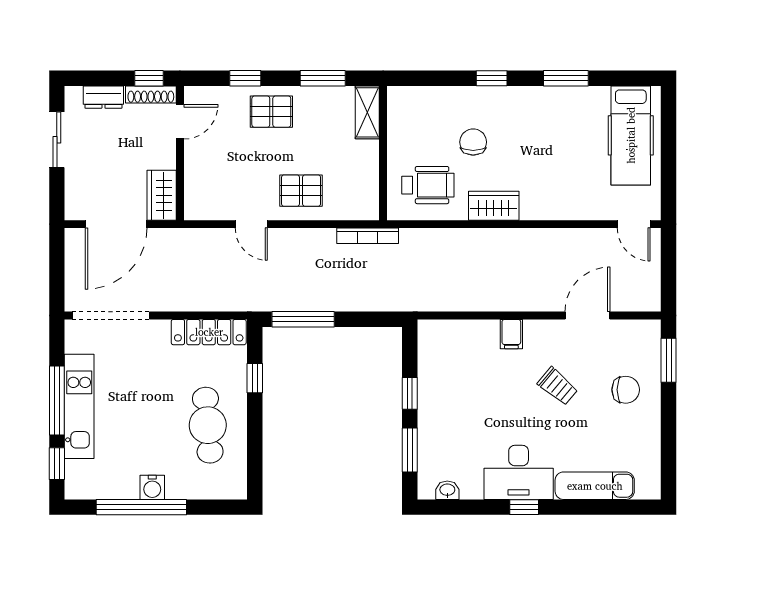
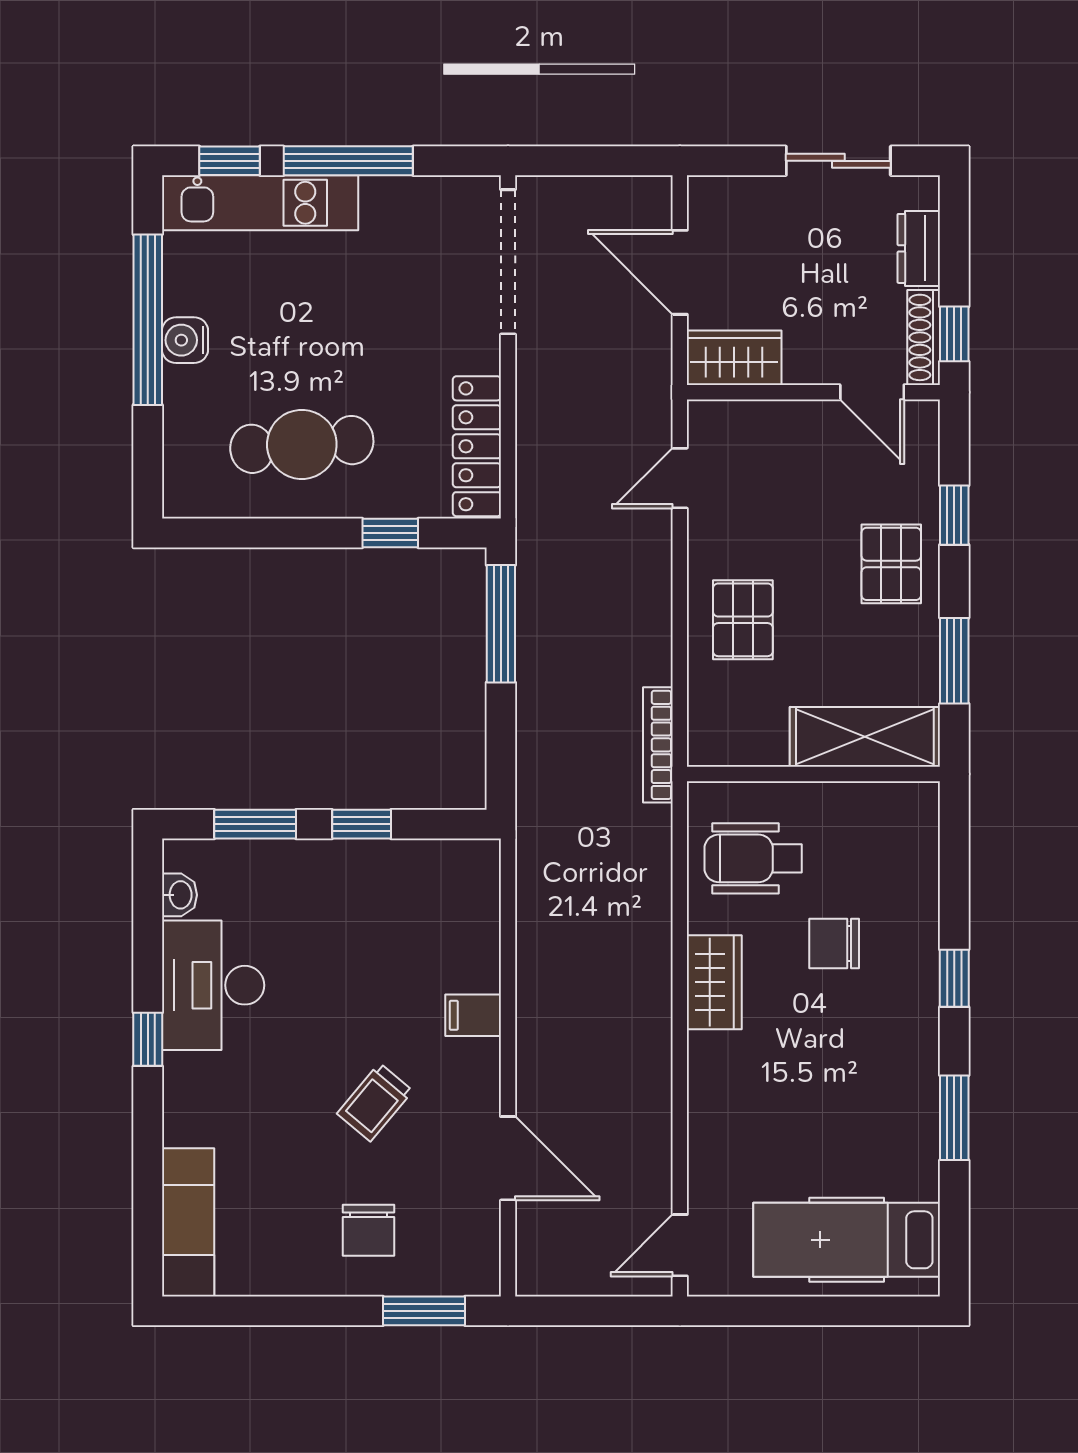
shelving: (367, 112) -> (865, 737), width x1.50, depth x1.33
chair: (473, 142) -> (834, 943), turned 180
wheelchair: (428, 185) -> (753, 858), turned 90
door: (116, 224) -> (680, 272), width x0.73
door: (251, 224) -> (680, 478), moved
kitchen unit: (79, 406) -> (260, 203), moved
desk: (519, 472) -> (213, 985), moved
exam couch: (595, 486) -> (188, 1222), moved

